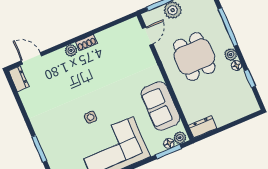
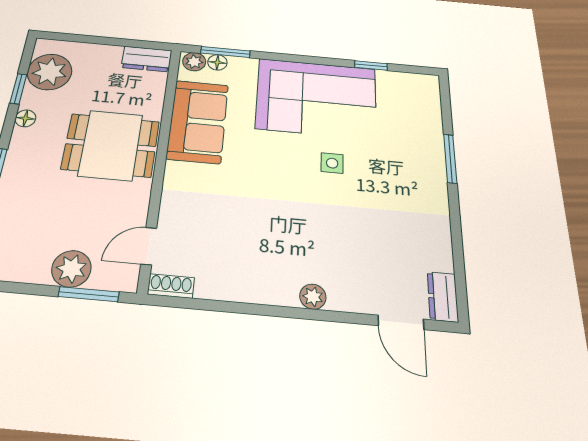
shoe rack: (86, 43) -> (171, 286), moved
plant: (231, 55) -> (50, 72), moved, width x1.87, depth x1.87
dining table: (194, 57) -> (111, 145), moved, turned 90

